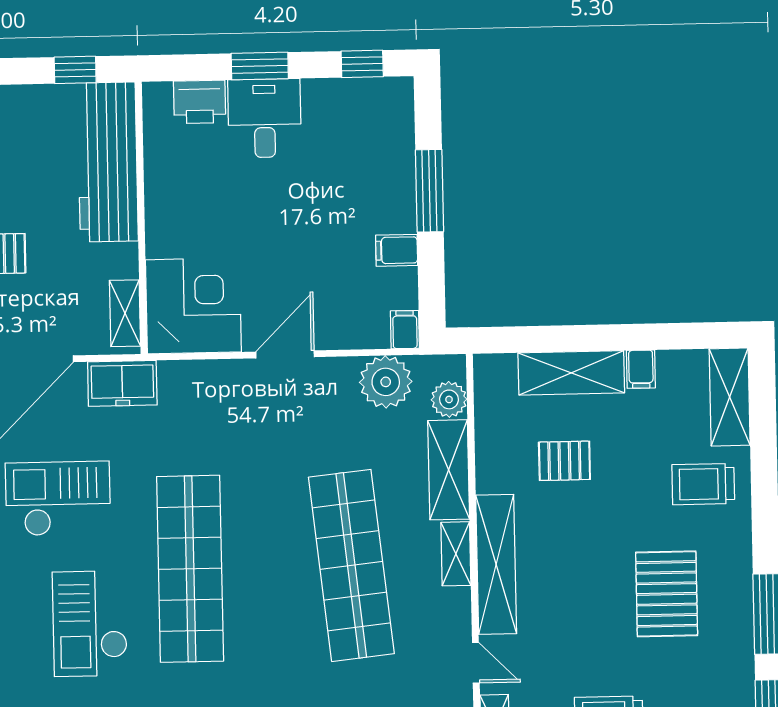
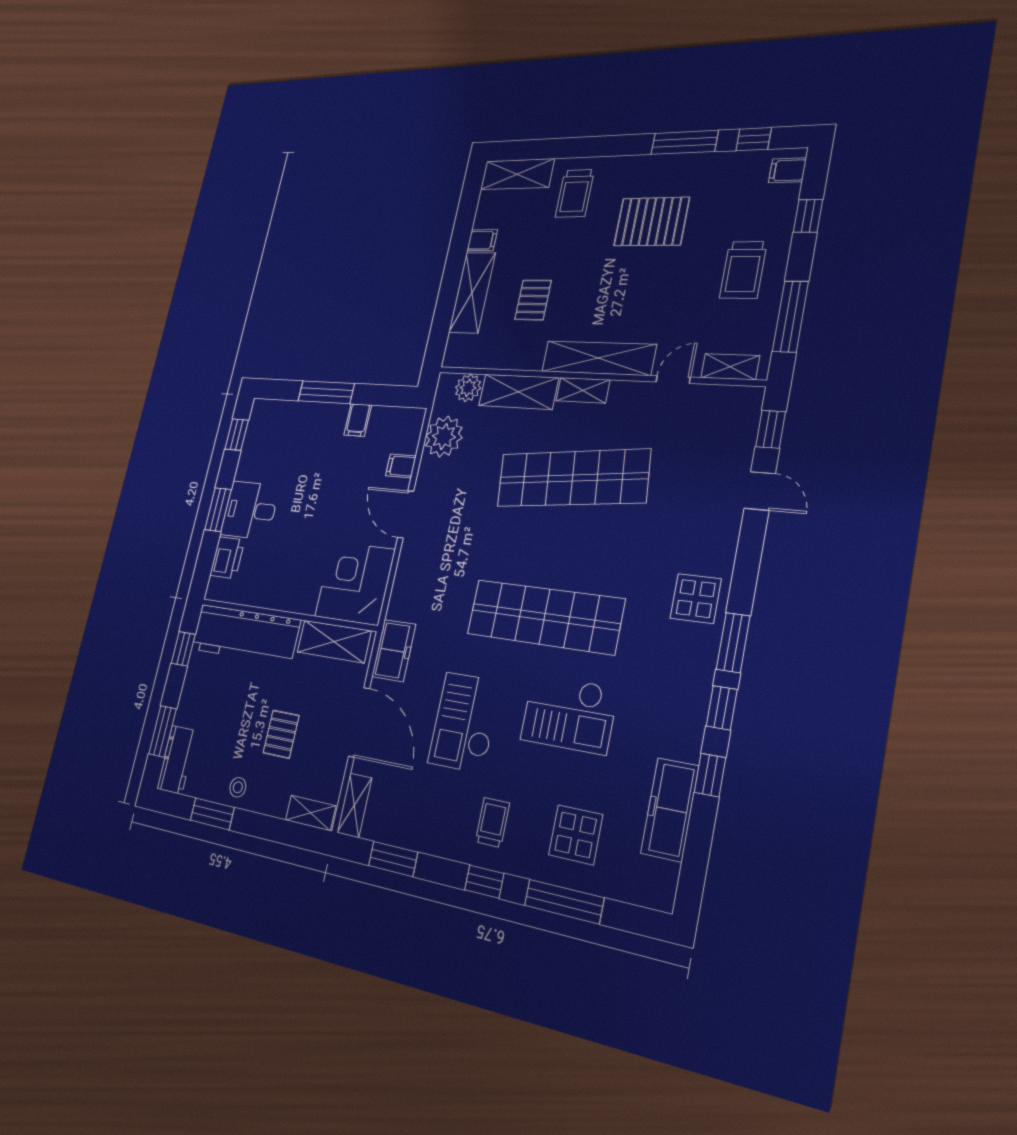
shelving: (125, 313) -> (334, 642), width x1.50, depth x1.33
filing cabinet: (405, 330) -> (401, 466), moved

